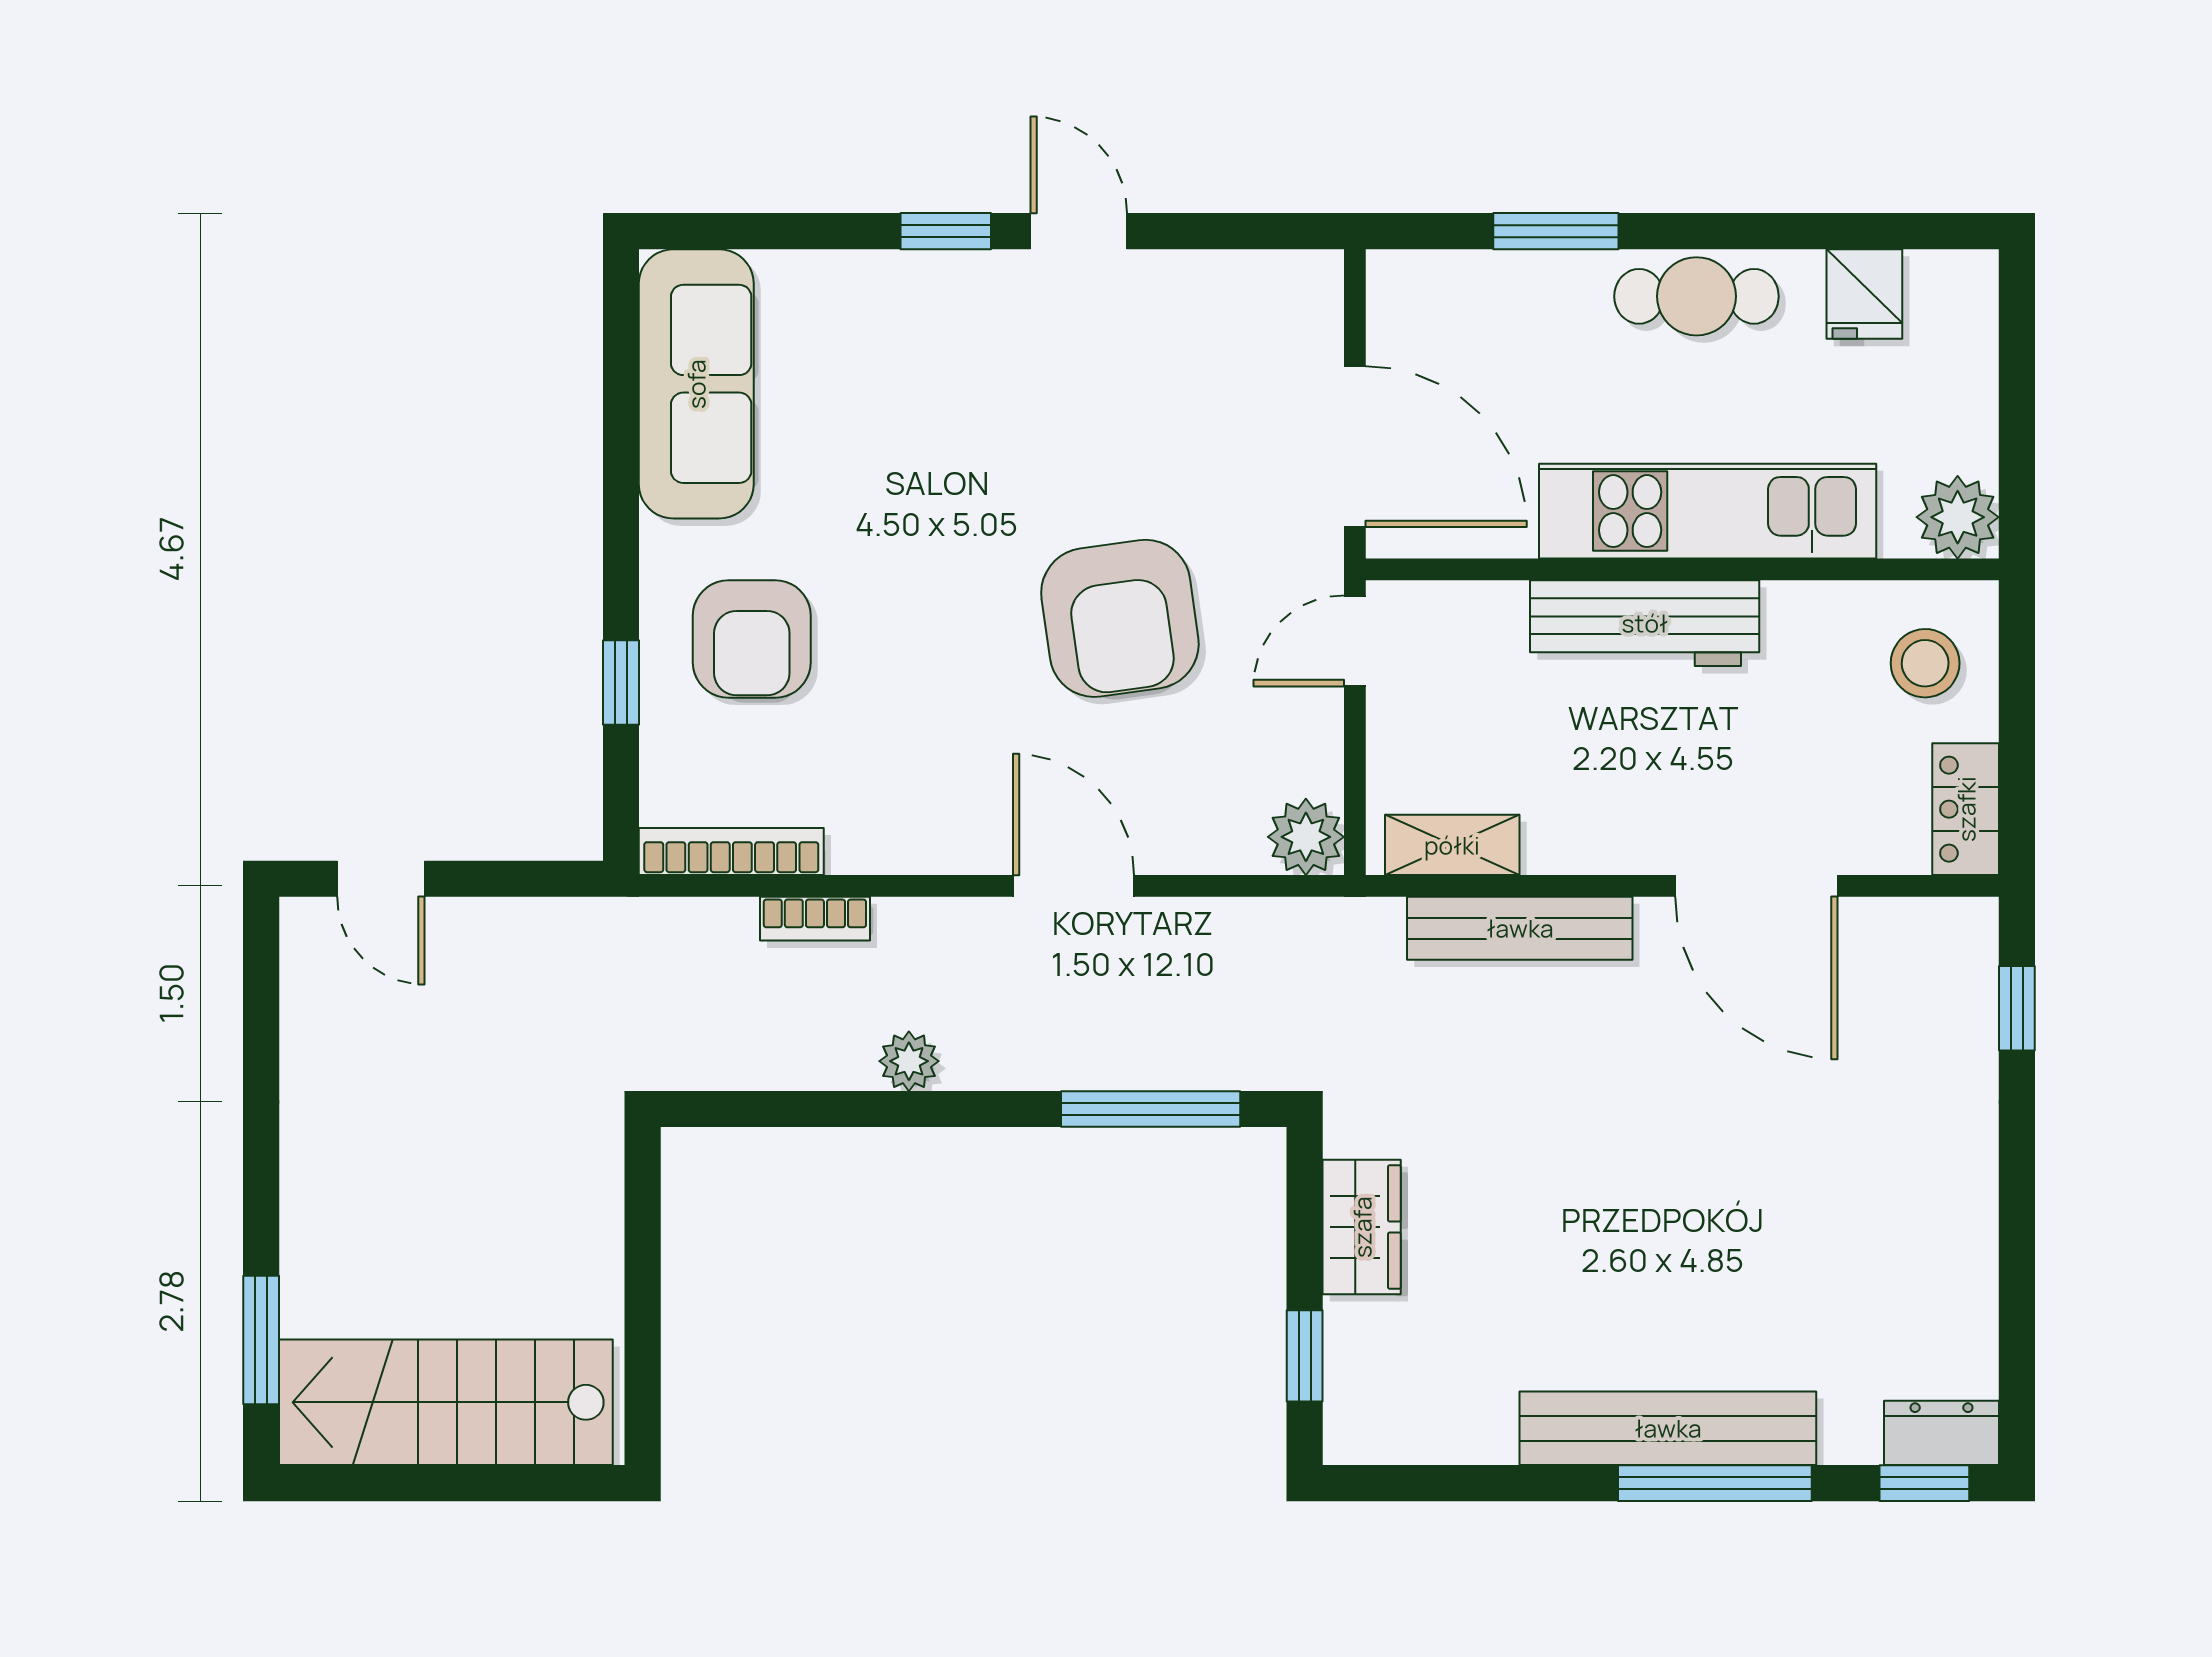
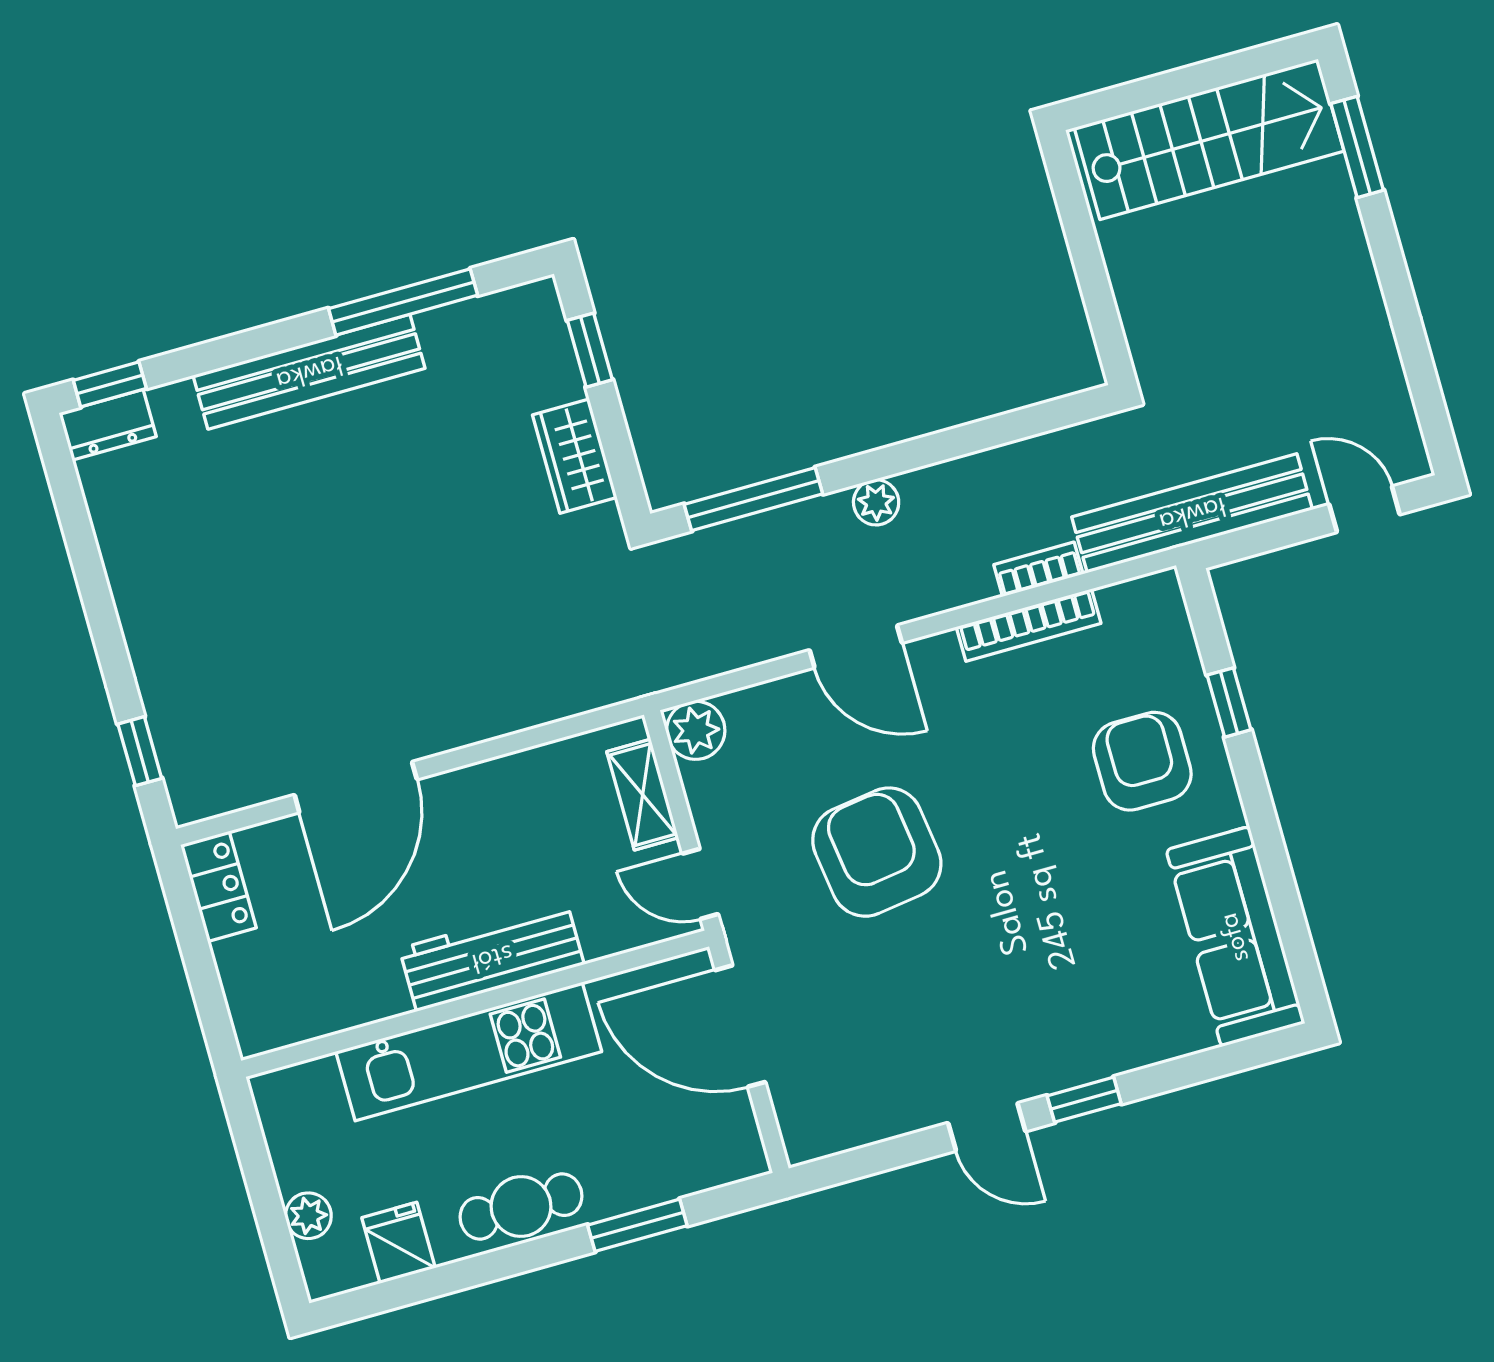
plant: (1958, 517) -> (308, 1216), moved, width x0.73, depth x0.73
door: (1355, 641) -> (700, 884), swing flipped
stool: (1925, 663) -> (278, 985), removed
shelving: (1452, 845) -> (643, 795), moved, turned 90
bookcase: (731, 852) -> (1029, 625), moved
door: (1756, 886) -> (356, 787), swing flipped
bench: (1520, 928) -> (1192, 513), moved, width x1.37, depth x1.21
plant: (909, 1061) -> (876, 502), moved
window: (1715, 1483) -> (403, 302), moved

